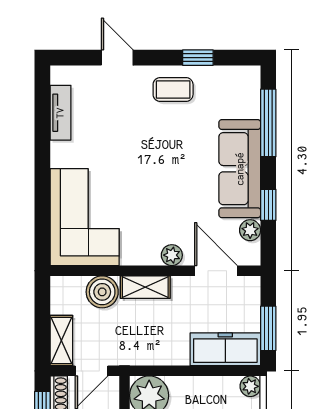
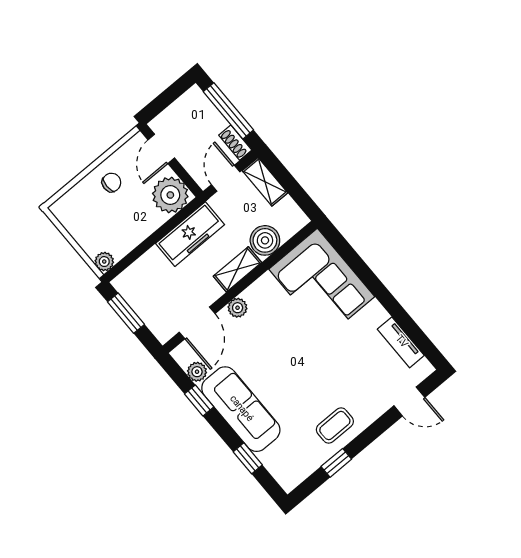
door: (117, 58) -> (409, 402), moved
window: (268, 123) -> (248, 458), width x0.46
door: (216, 271) -> (197, 323), hinge flipped
freezer: (225, 349) -> (190, 234), moved

